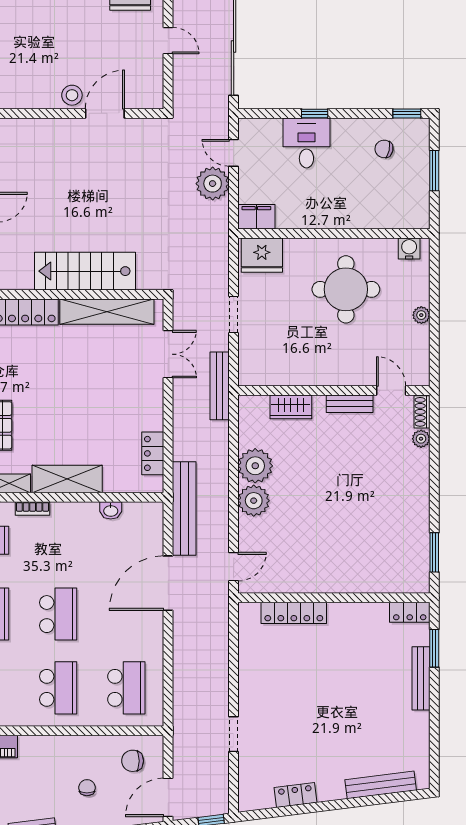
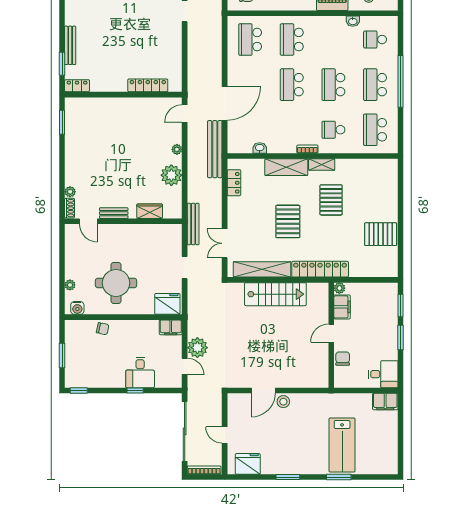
chair: (384, 149) -> (103, 329), moved
plant: (421, 315) -> (70, 285), moved
pallet: (65, 390) -> (288, 221), added
plant: (254, 501) -> (177, 149), width x0.53, depth x0.53

